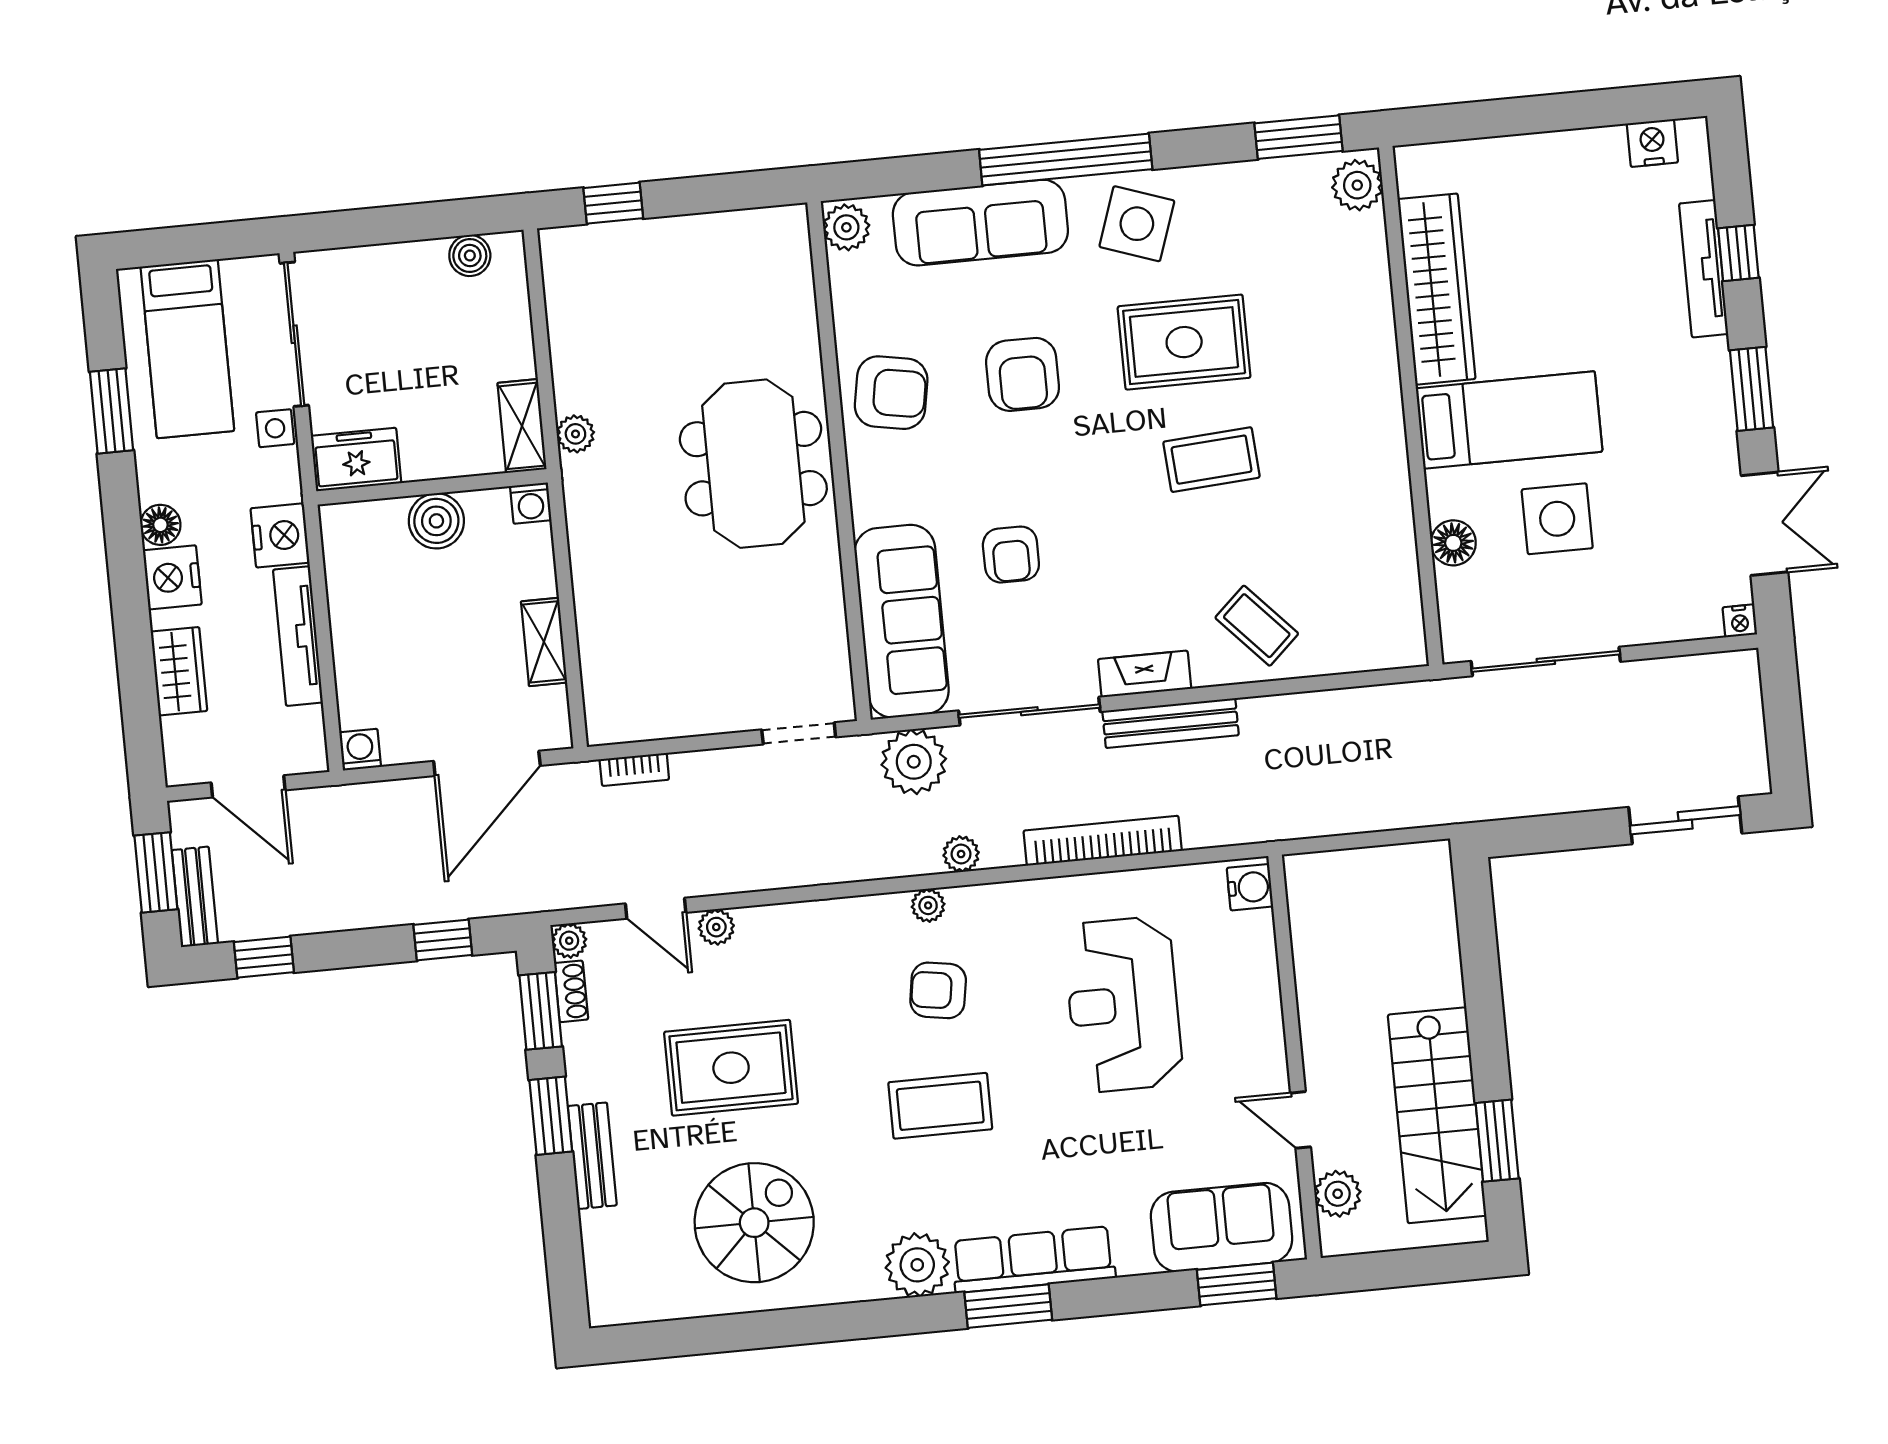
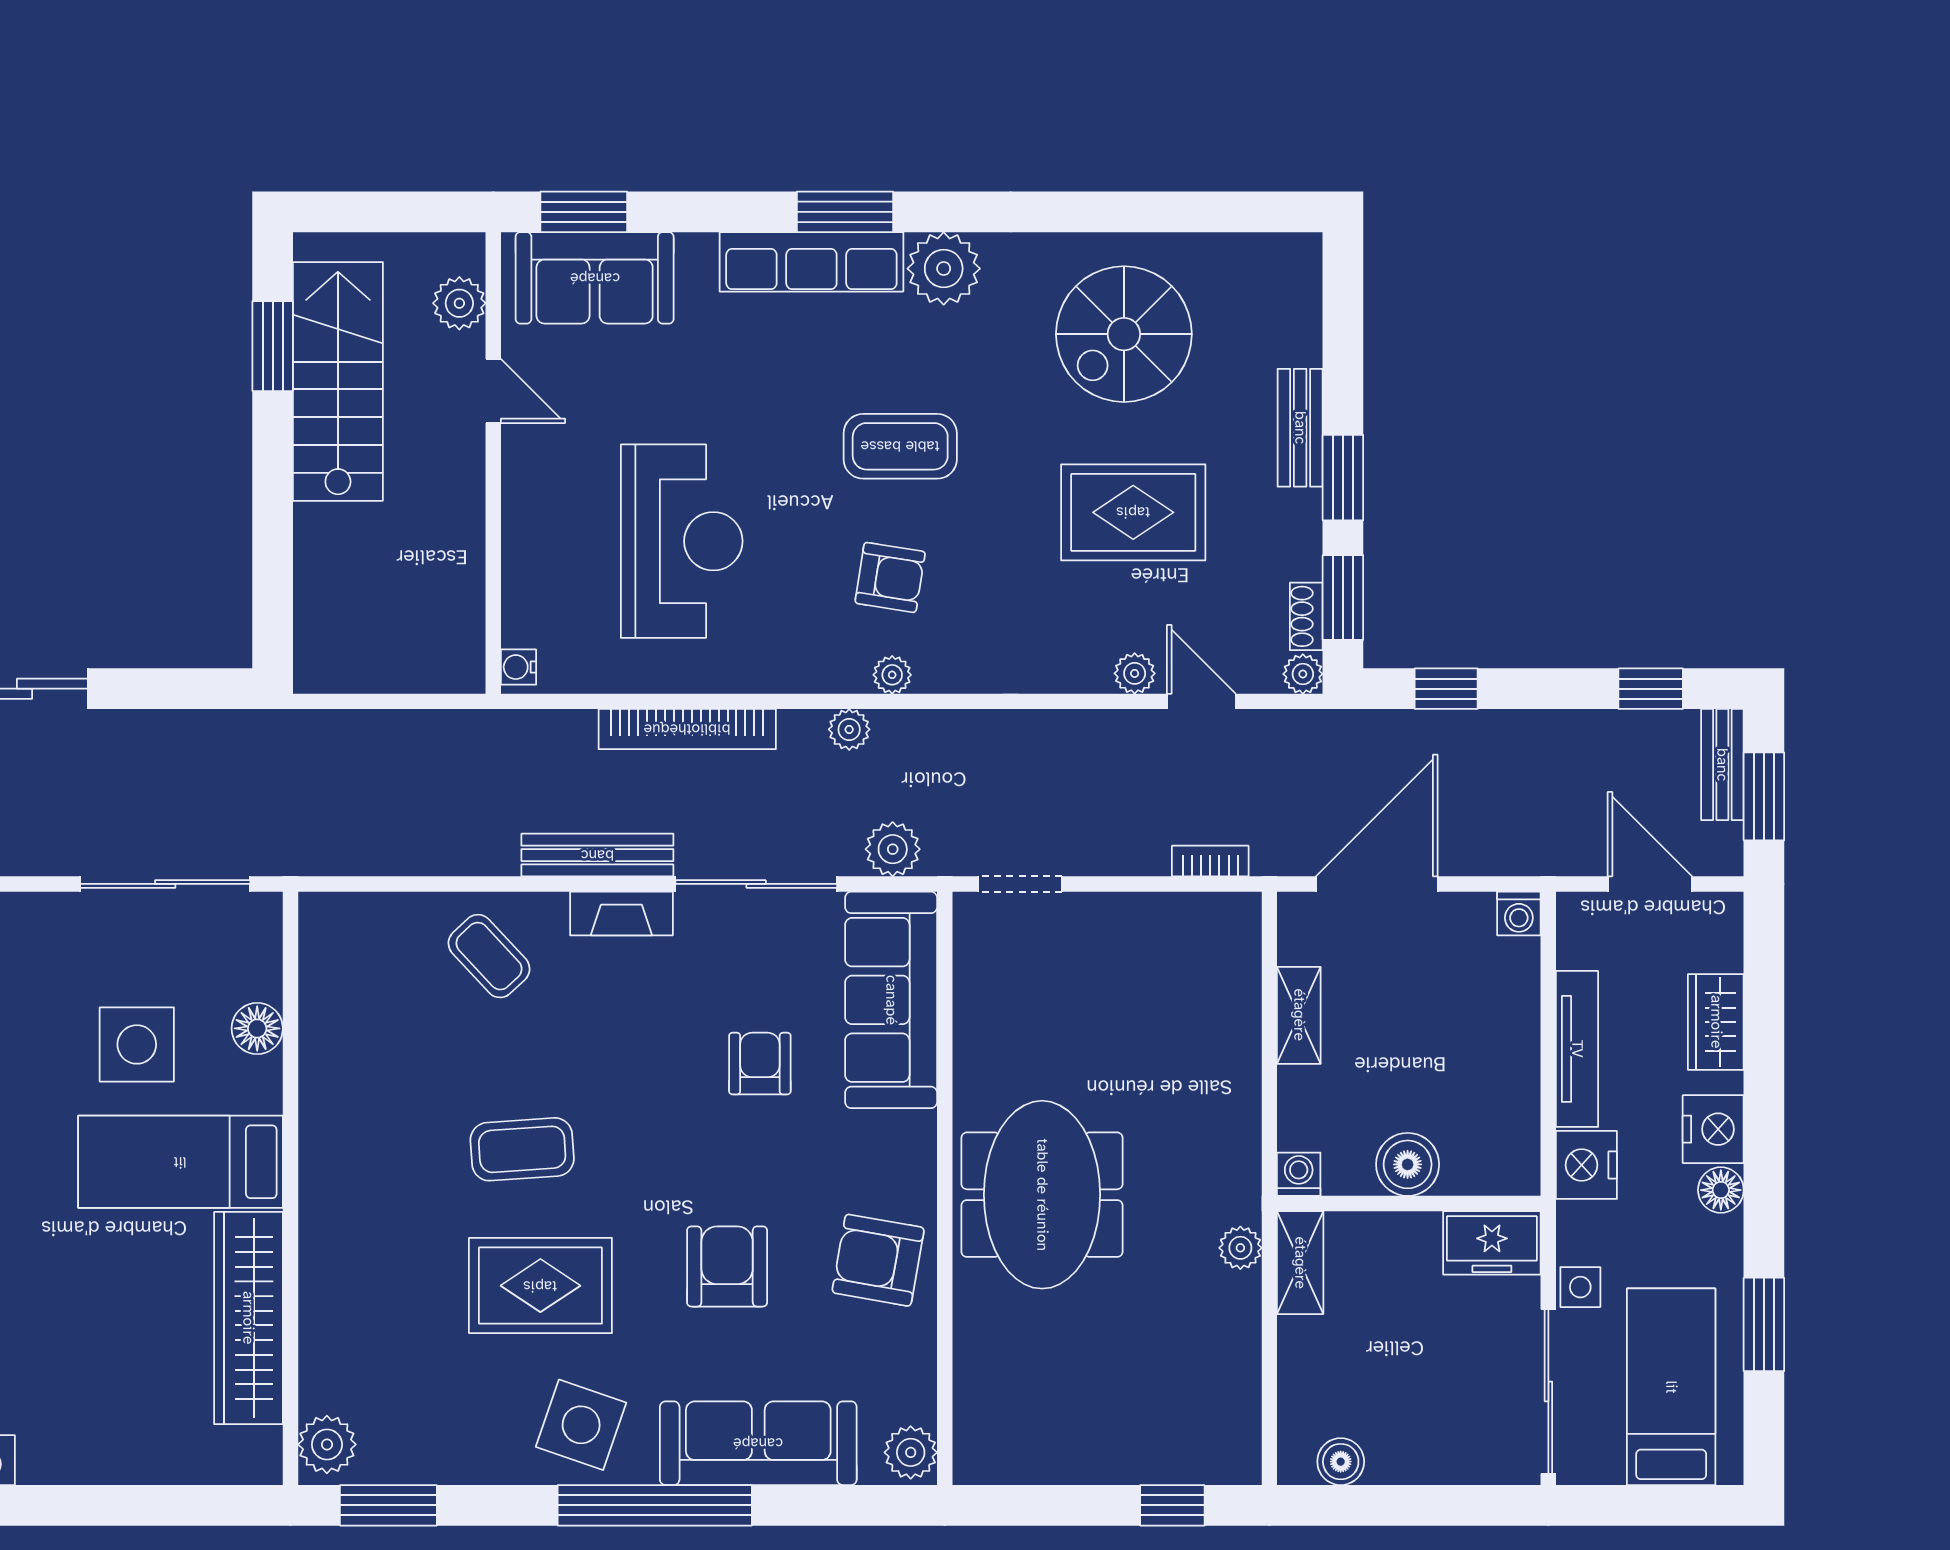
plant: (914, 762) -> (893, 849), width x0.73, depth x0.73
water cooler: (1250, 887) -> (519, 667), width x0.72, depth x0.72

